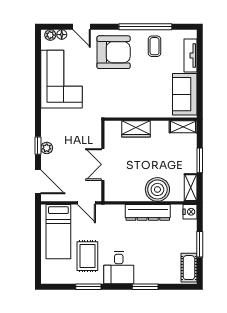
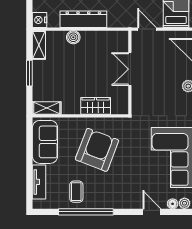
armchair: (114, 52) -> (97, 150), moved, turned 111
double door: (103, 164) -> (130, 69), swing flipped
boiler: (157, 189) -> (73, 37), width x0.54, depth x0.54

